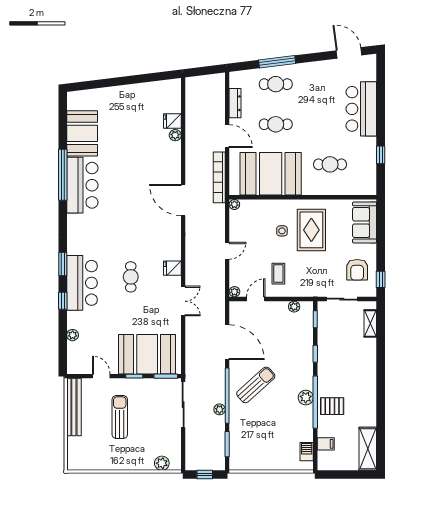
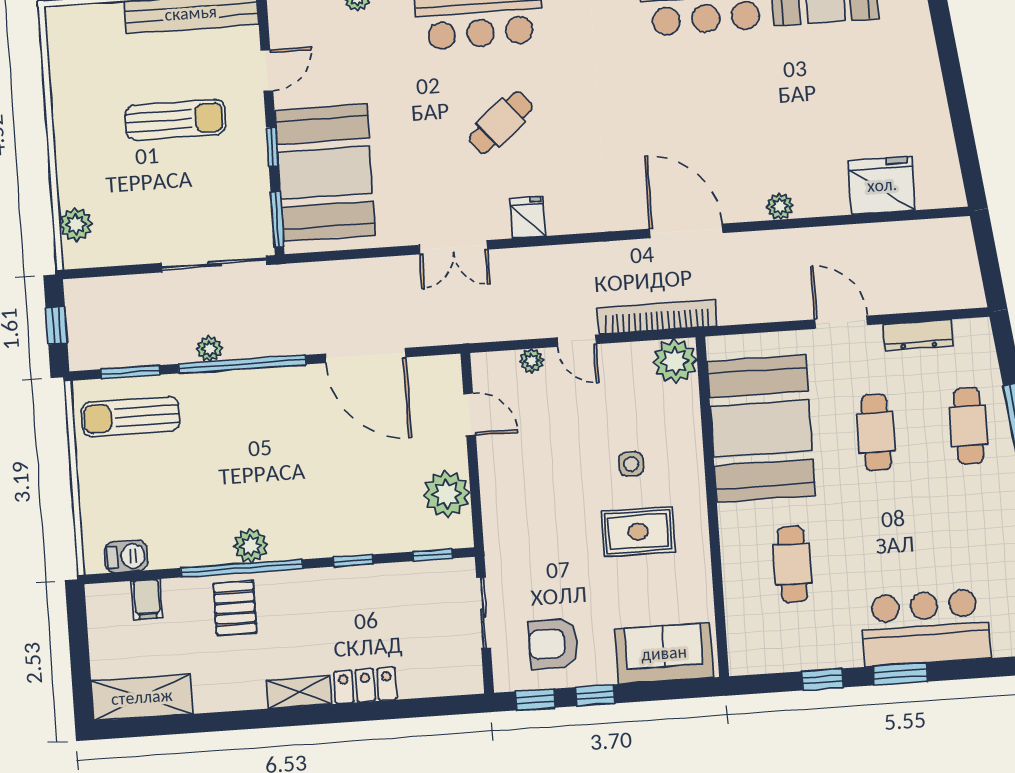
fridge: (172, 121) -> (882, 185), width x1.88, depth x1.34
window: (381, 121) -> (900, 674), added
plant: (175, 135) -> (780, 206), moved
door: (227, 136) -> (841, 322), swing flipped
bookcase: (219, 177) -> (657, 317), moved
door: (183, 200) -> (686, 231), hinge flipped
plant: (234, 204) -> (675, 361), width x1.88, depth x1.88
rug: (311, 230) -> (638, 532), width x0.73, depth x0.70
window: (381, 253) -> (595, 695), added
coffee table: (278, 274) -> (532, 463), removed
cafe table: (131, 277) -> (501, 123), turned -40
plant: (234, 292) -> (532, 361), moved
plant: (294, 307) -> (447, 494), width x1.88, depth x1.88
shelving: (370, 323) -> (299, 692), moved
door: (227, 342) -> (366, 356), hinge flipped
locker: (369, 352) -> (365, 685), added
sun lounger: (256, 385) -> (130, 417), moved, turned 132

